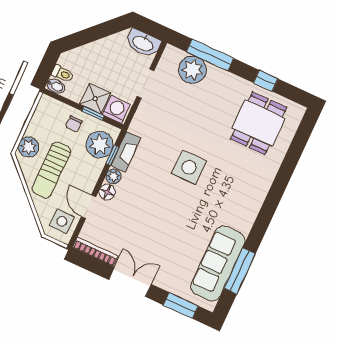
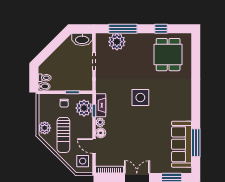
shower: (95, 99) -> (70, 83), removed
washing machine: (116, 109) -> (84, 84), removed

